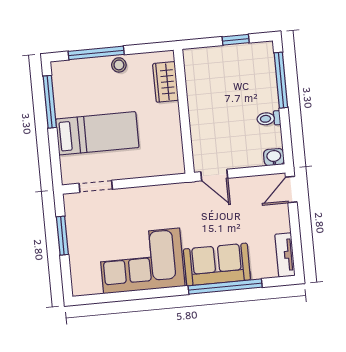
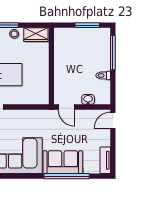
window: (236, 40) -> (87, 25), width x1.50
wardrobe: (166, 82) -> (36, 35), moved, turned -90
washbasin: (274, 157) -> (88, 99), moved

